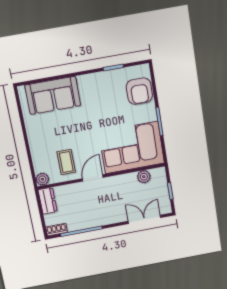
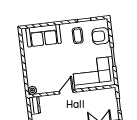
armchair: (139, 91) -> (100, 36), turned 90
coffee table: (66, 162) -> (78, 36), moved
plant: (144, 177) -> (101, 93), removed

